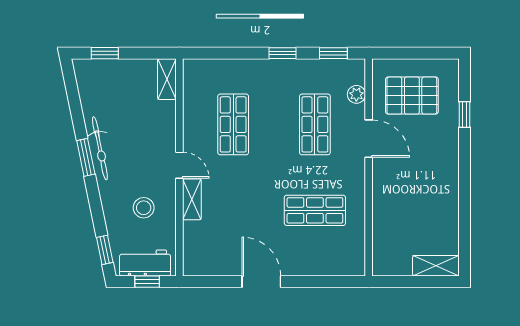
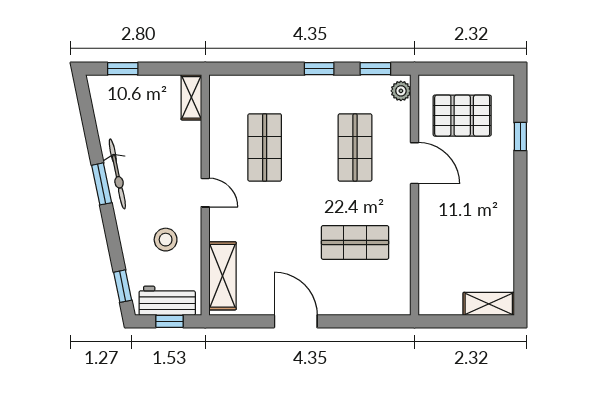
plant: (356, 94) -> (401, 91), moved
shelving: (192, 199) -> (222, 276), moved, width x1.50, depth x1.33

